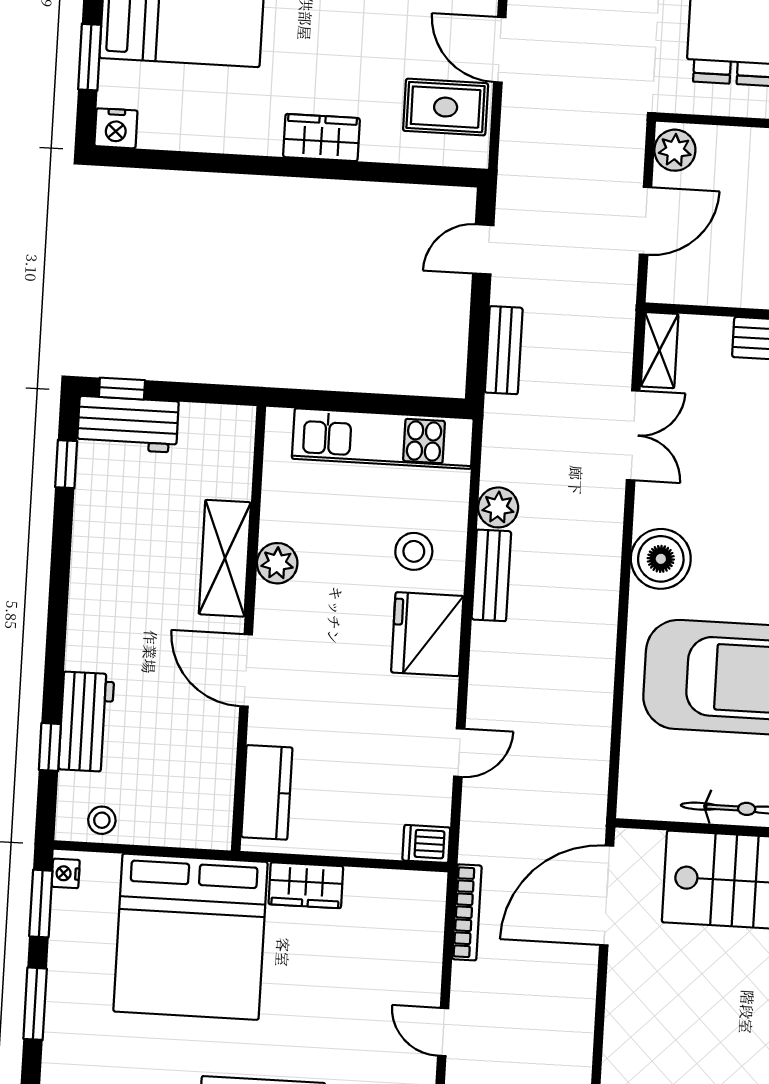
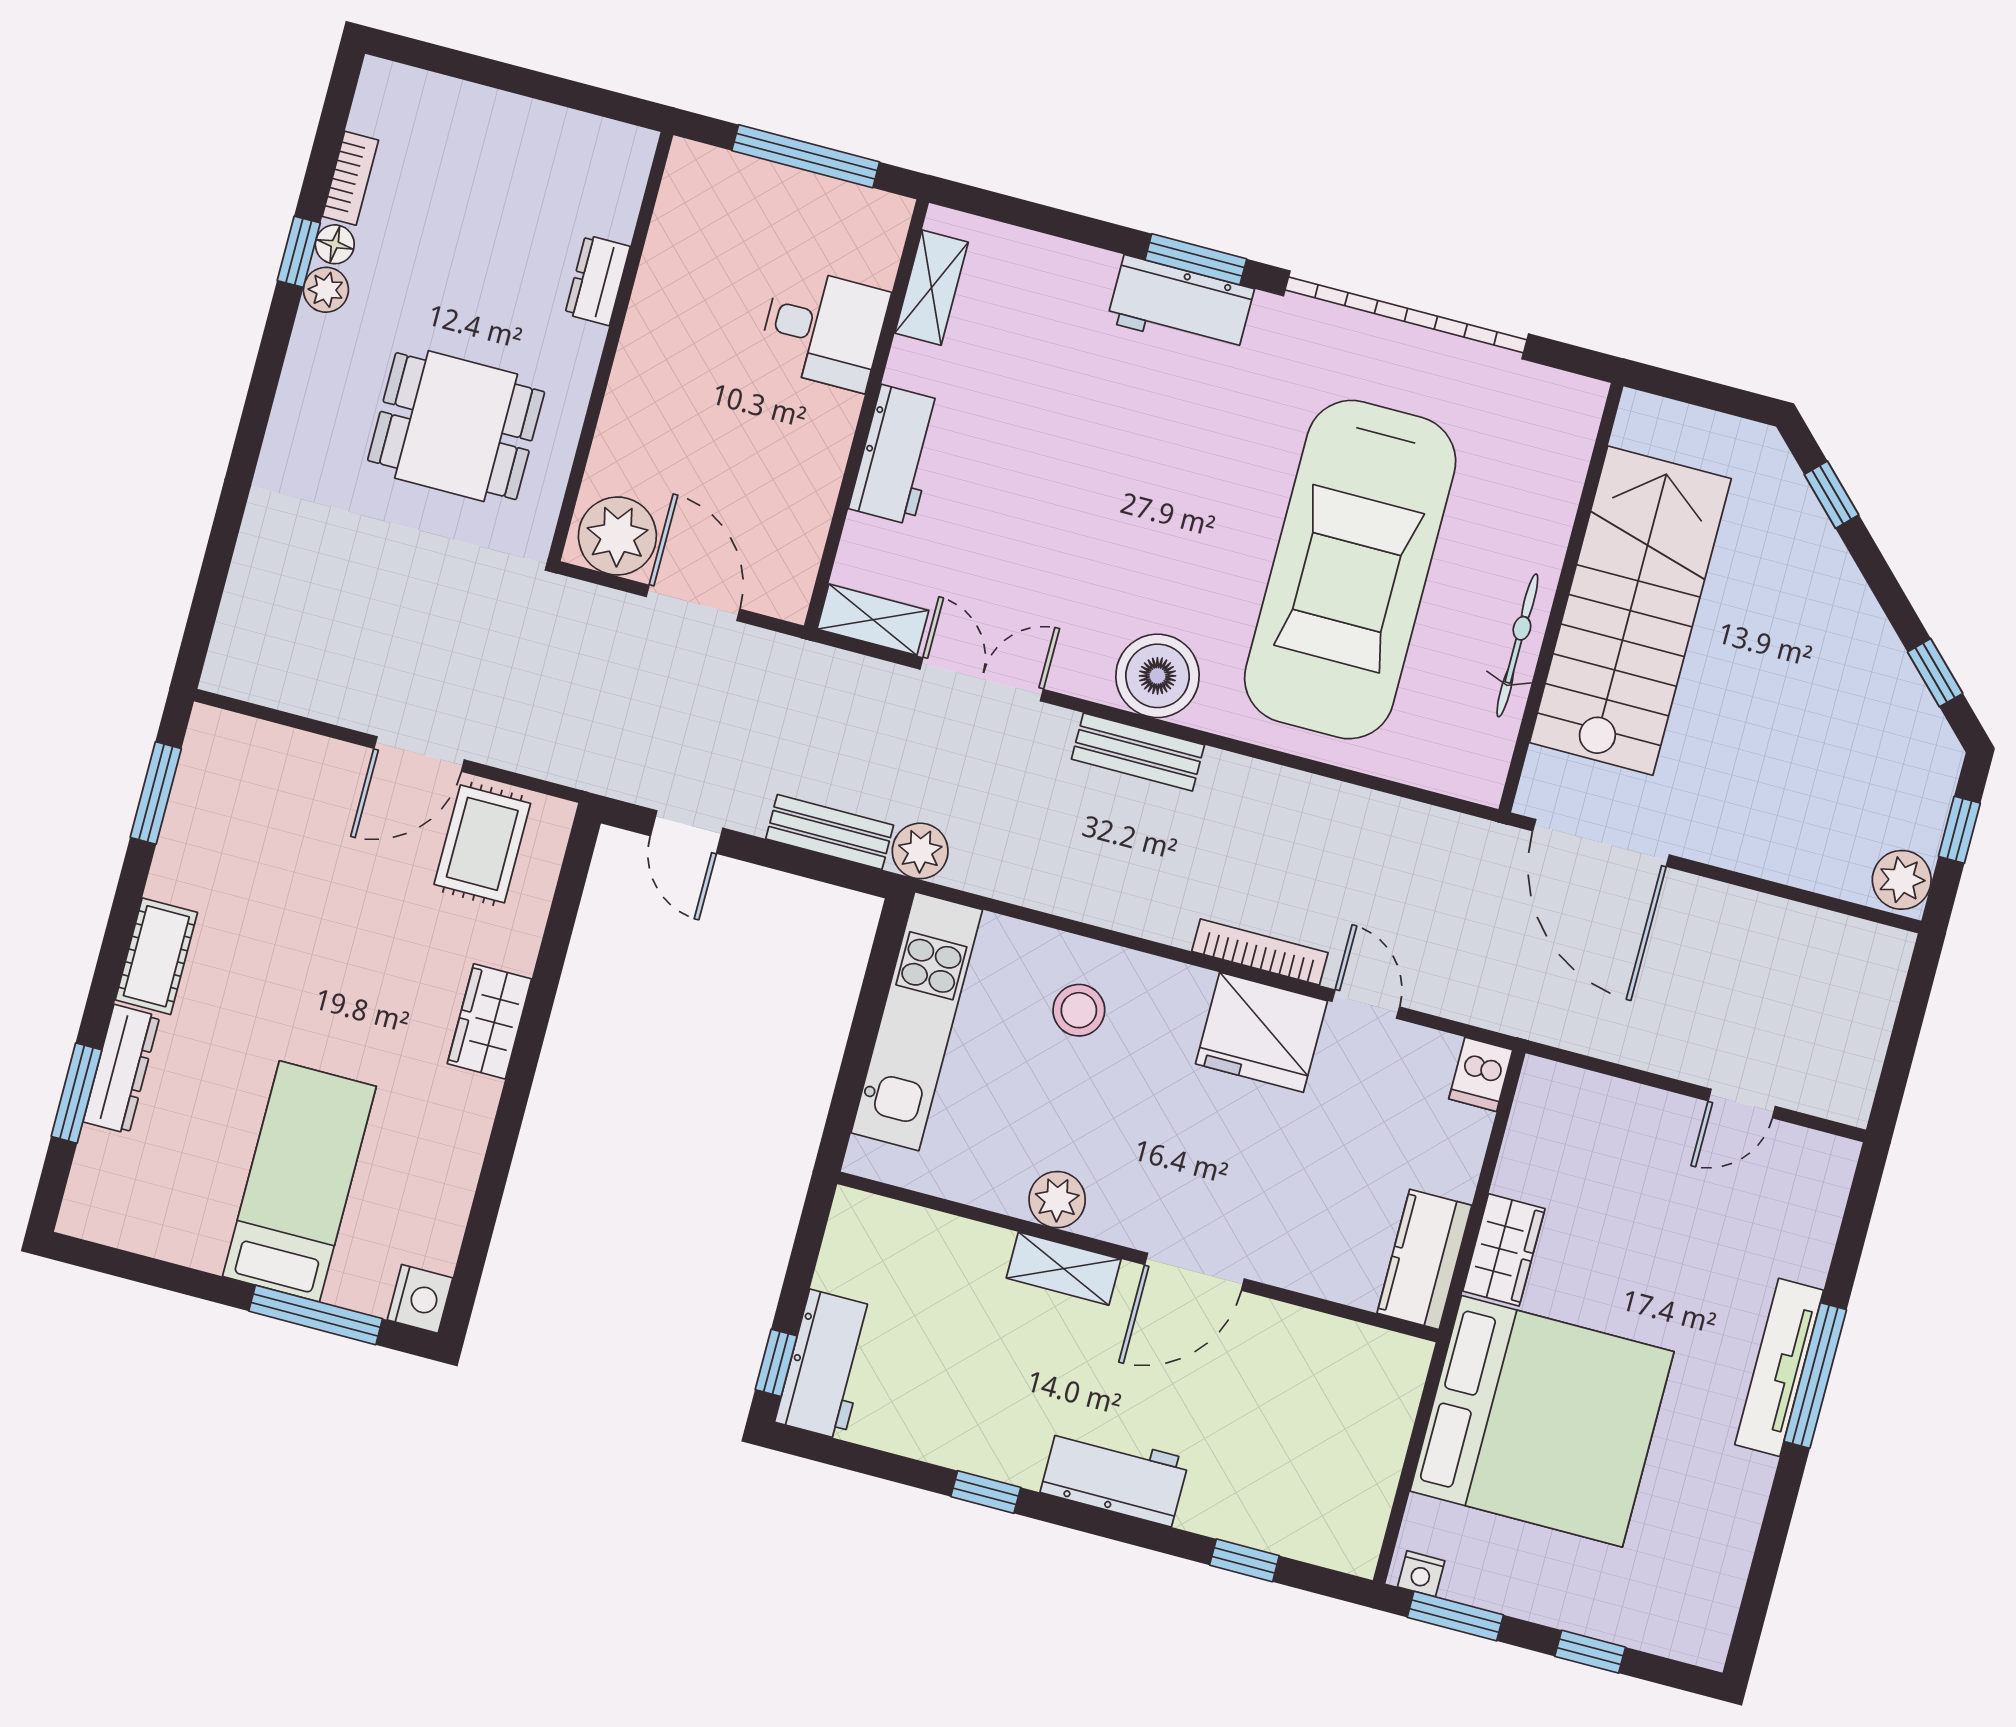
window: (90, 57) -> (316, 1315), width x1.44
plant: (675, 150) -> (617, 536), width x1.36, depth x1.36
window: (66, 464) -> (986, 1492), moved
plant: (498, 507) -> (920, 851), moved
shelving: (225, 558) -> (1064, 1269), width x0.67, depth x0.75
bench: (491, 575) -> (1138, 752), moved
fridge: (427, 634) -> (1262, 1032), moved
workbench: (86, 722) -> (1115, 1476), moved
kitchen counter: (267, 792) -> (1424, 1259), moved, turned -90
stool: (102, 820) -> (1359, 1510), removed
bookcase: (467, 912) -> (1260, 952), moved
window: (35, 1004) -> (1590, 1652), width x0.67

